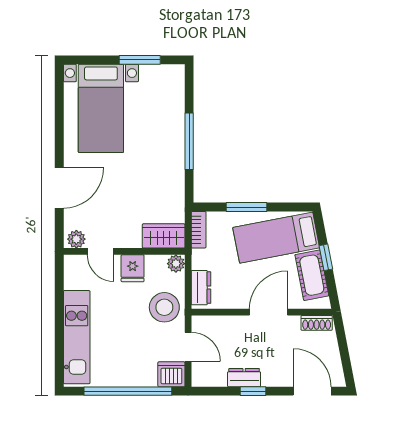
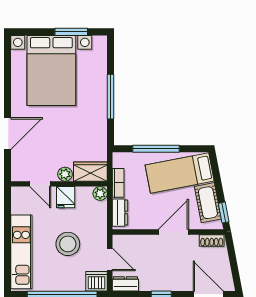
bed with nightstands: (101, 108) -> (51, 70), width x1.36
window: (246, 207) -> (156, 149), width x1.44
bookcase: (199, 230) -> (118, 183), moved
plant: (76, 239) -> (65, 174), moved
window: (326, 257) -> (224, 213), moved
stool: (164, 307) -> (68, 244), moved
dresser: (244, 378) -> (125, 284), moved

